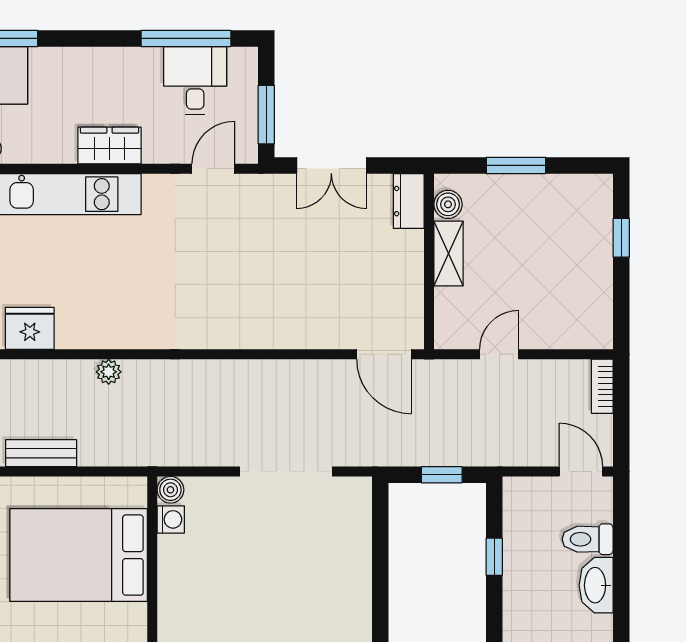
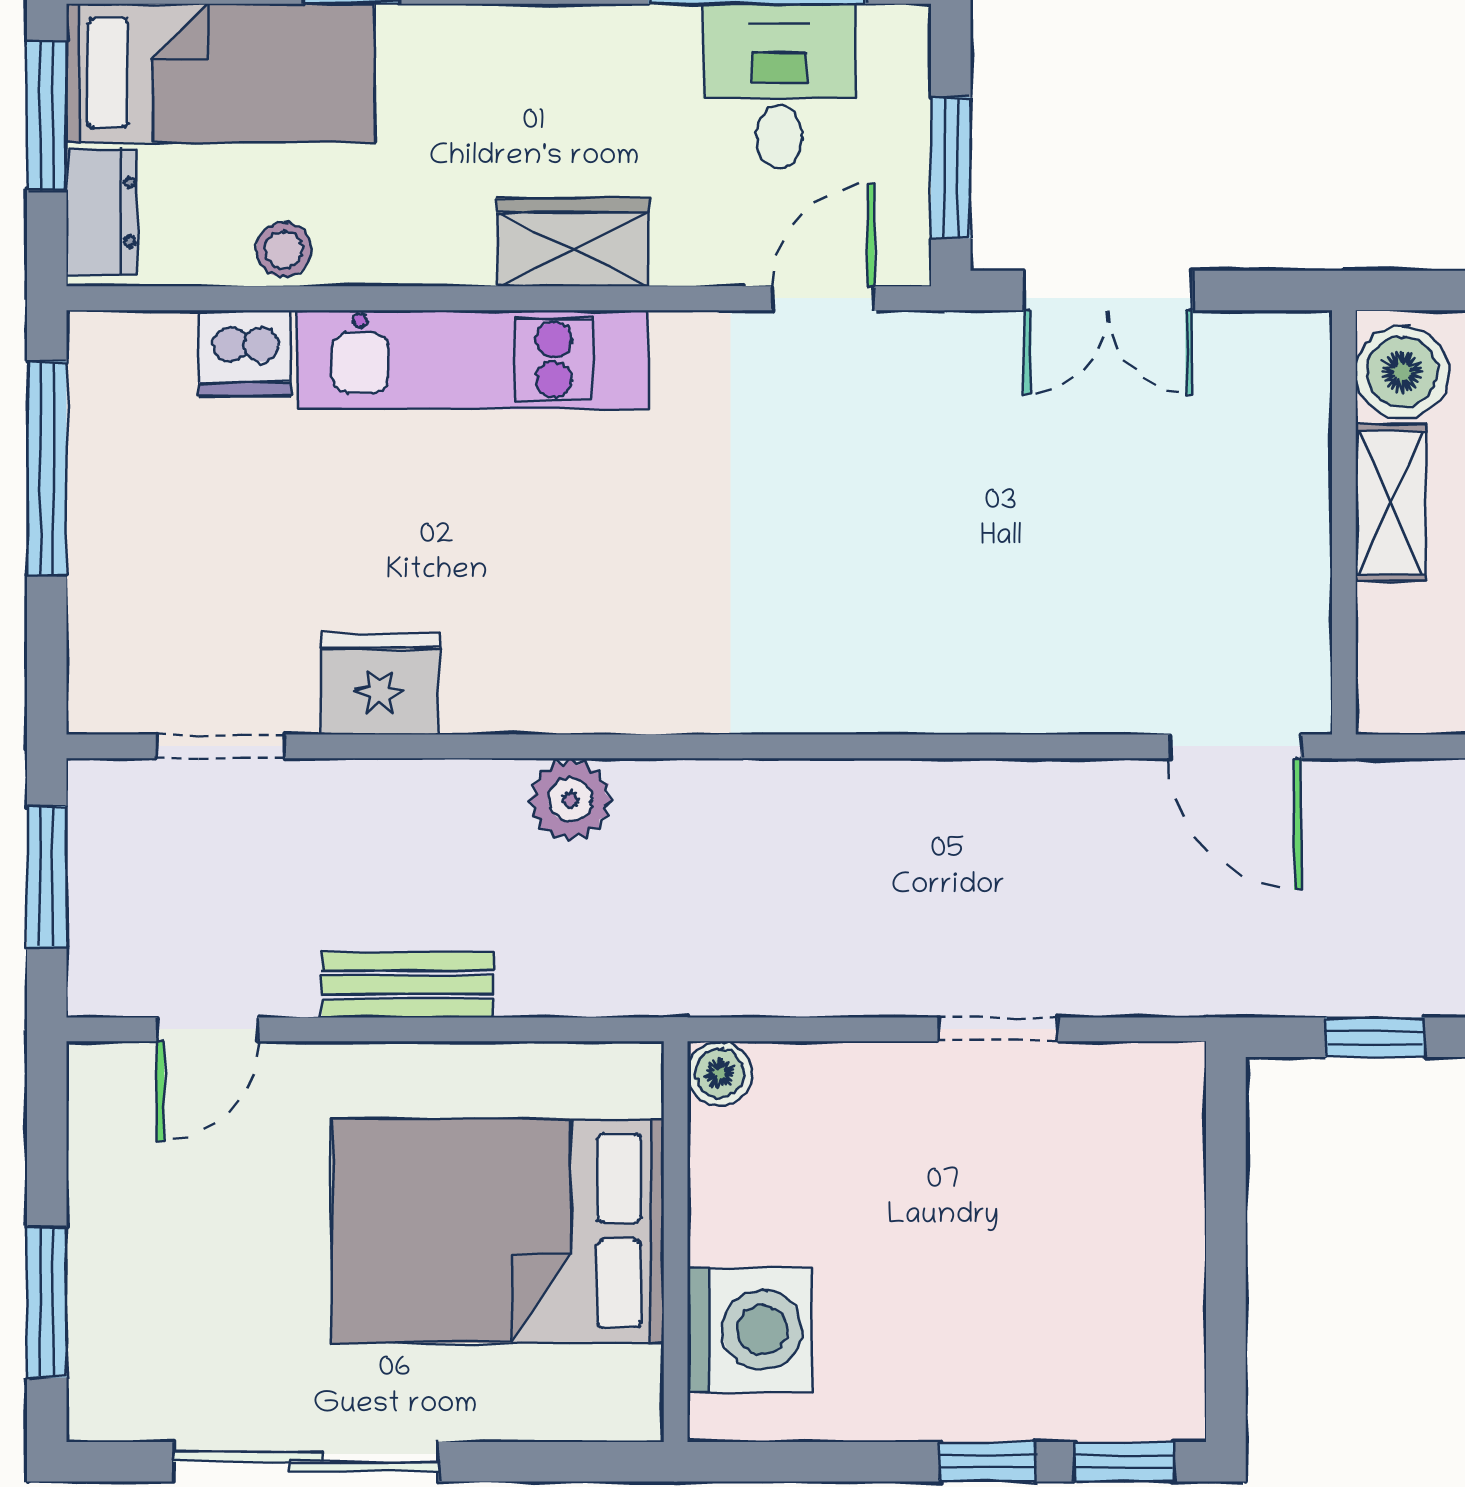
dresser: (409, 201) -> (1295, 376), removed
boiler: (448, 204) -> (1402, 372), width x1.36, depth x1.36
plant: (109, 372) -> (570, 800), width x1.38, depth x1.38
doorway: (286, 472) -> (998, 1029), width x0.53
washing machine: (171, 519) -> (750, 1330), moved, width x1.89, depth x1.89

